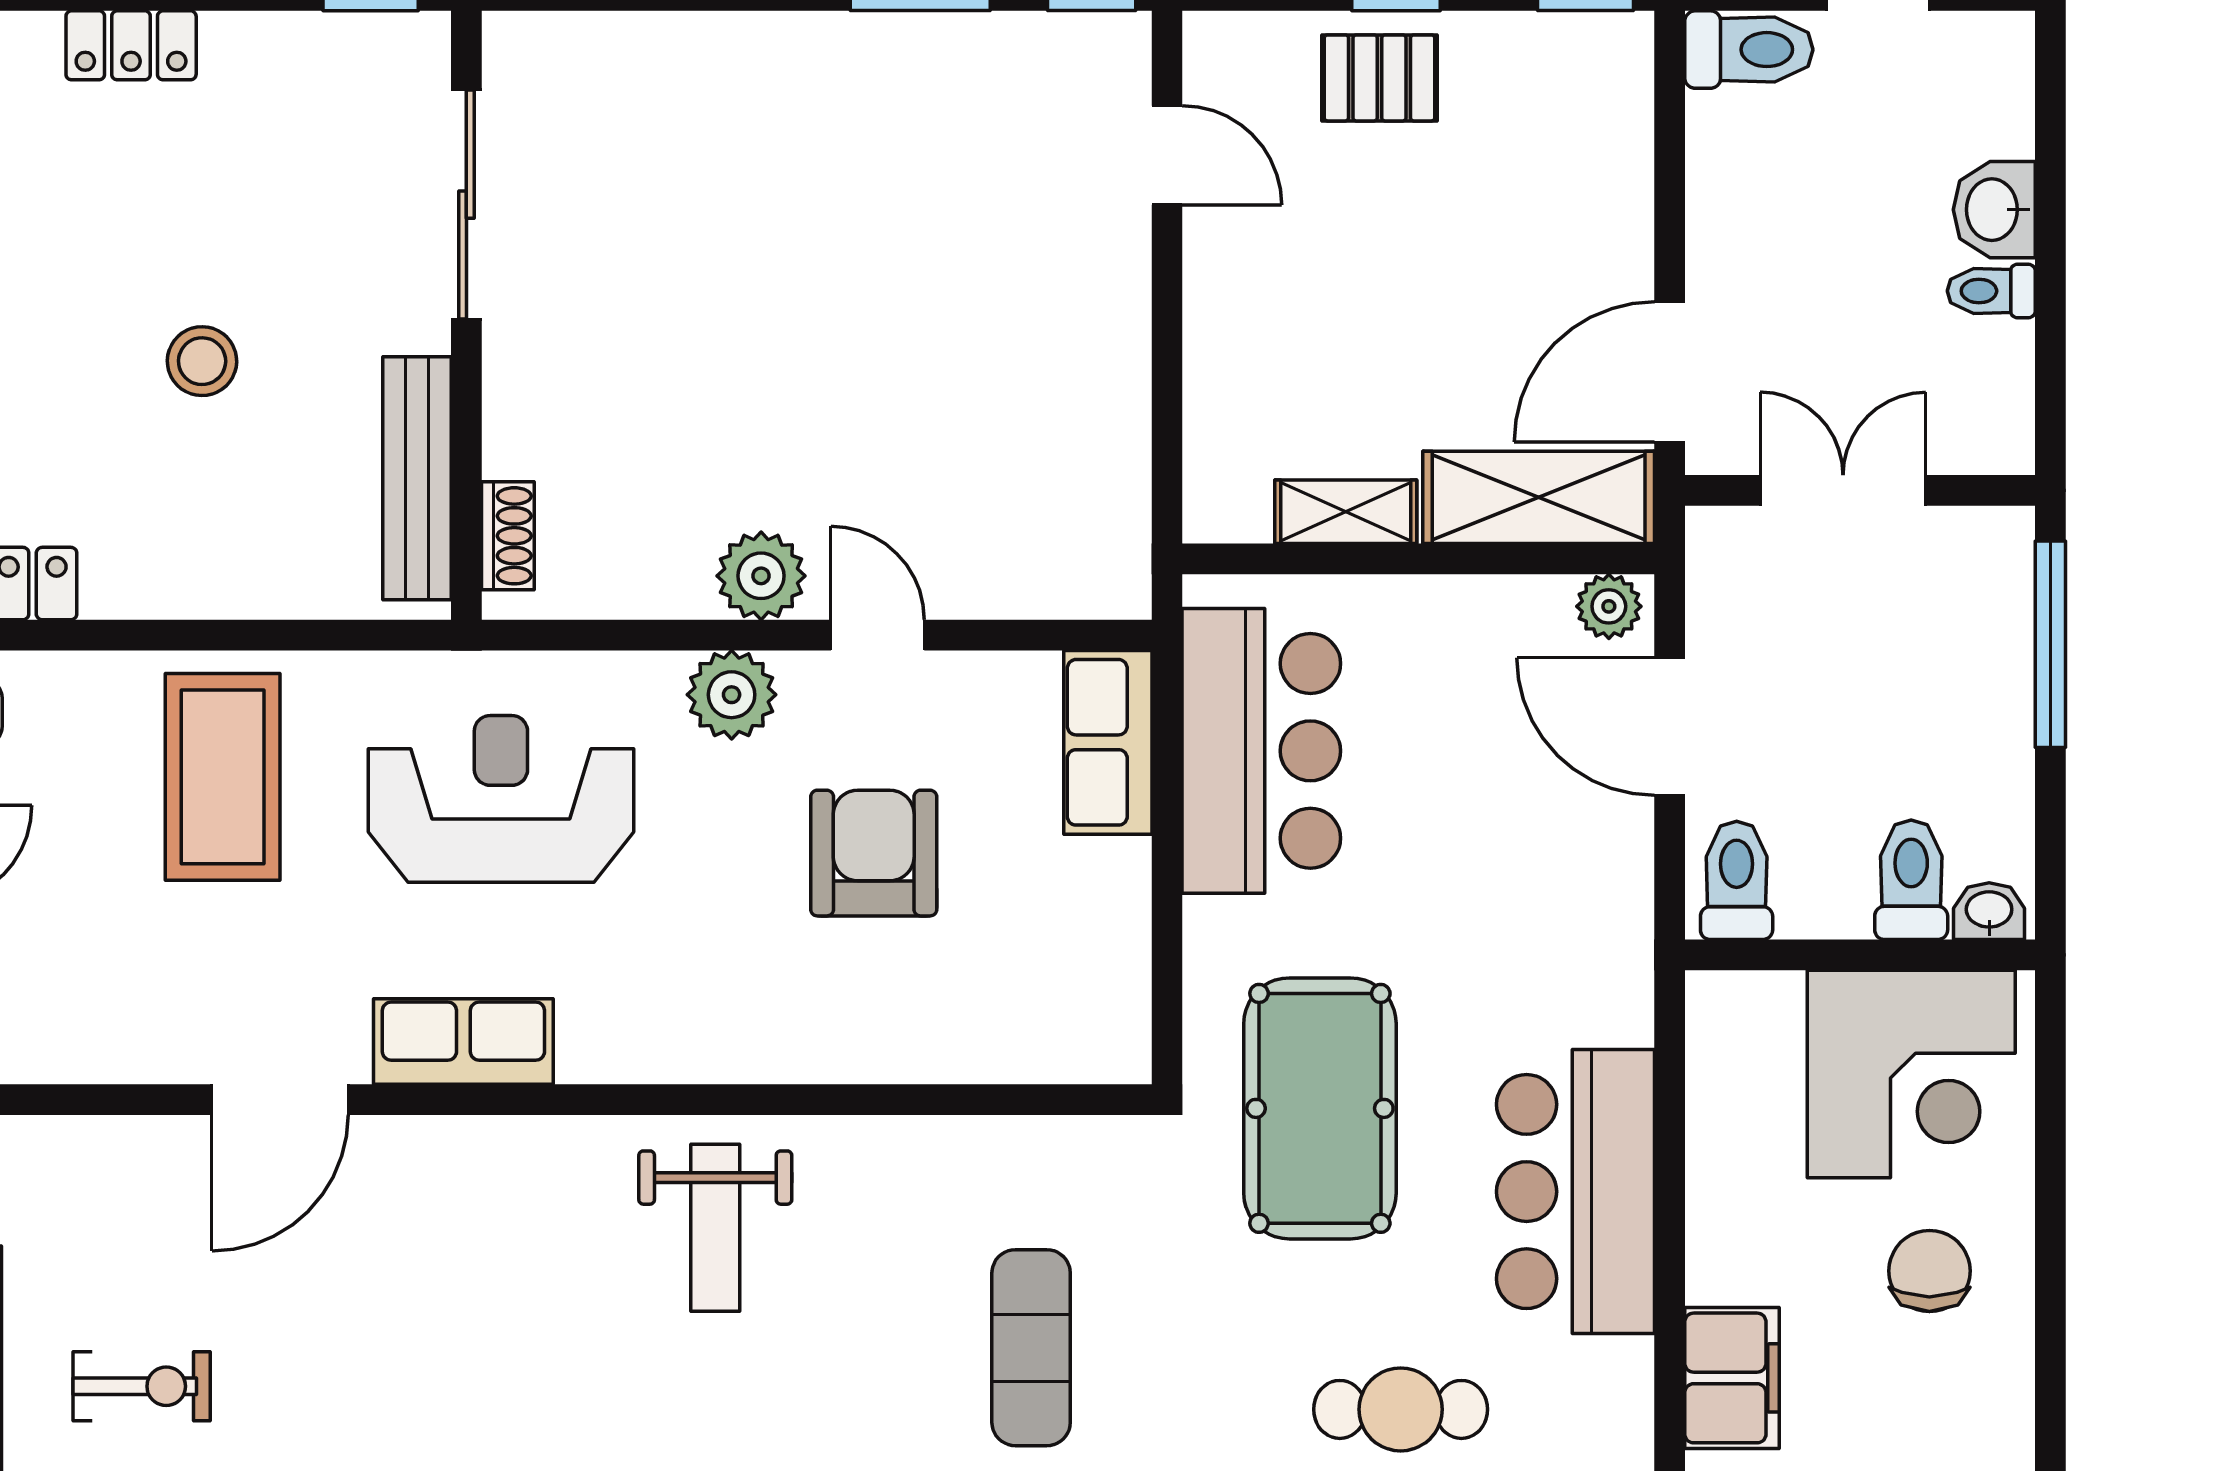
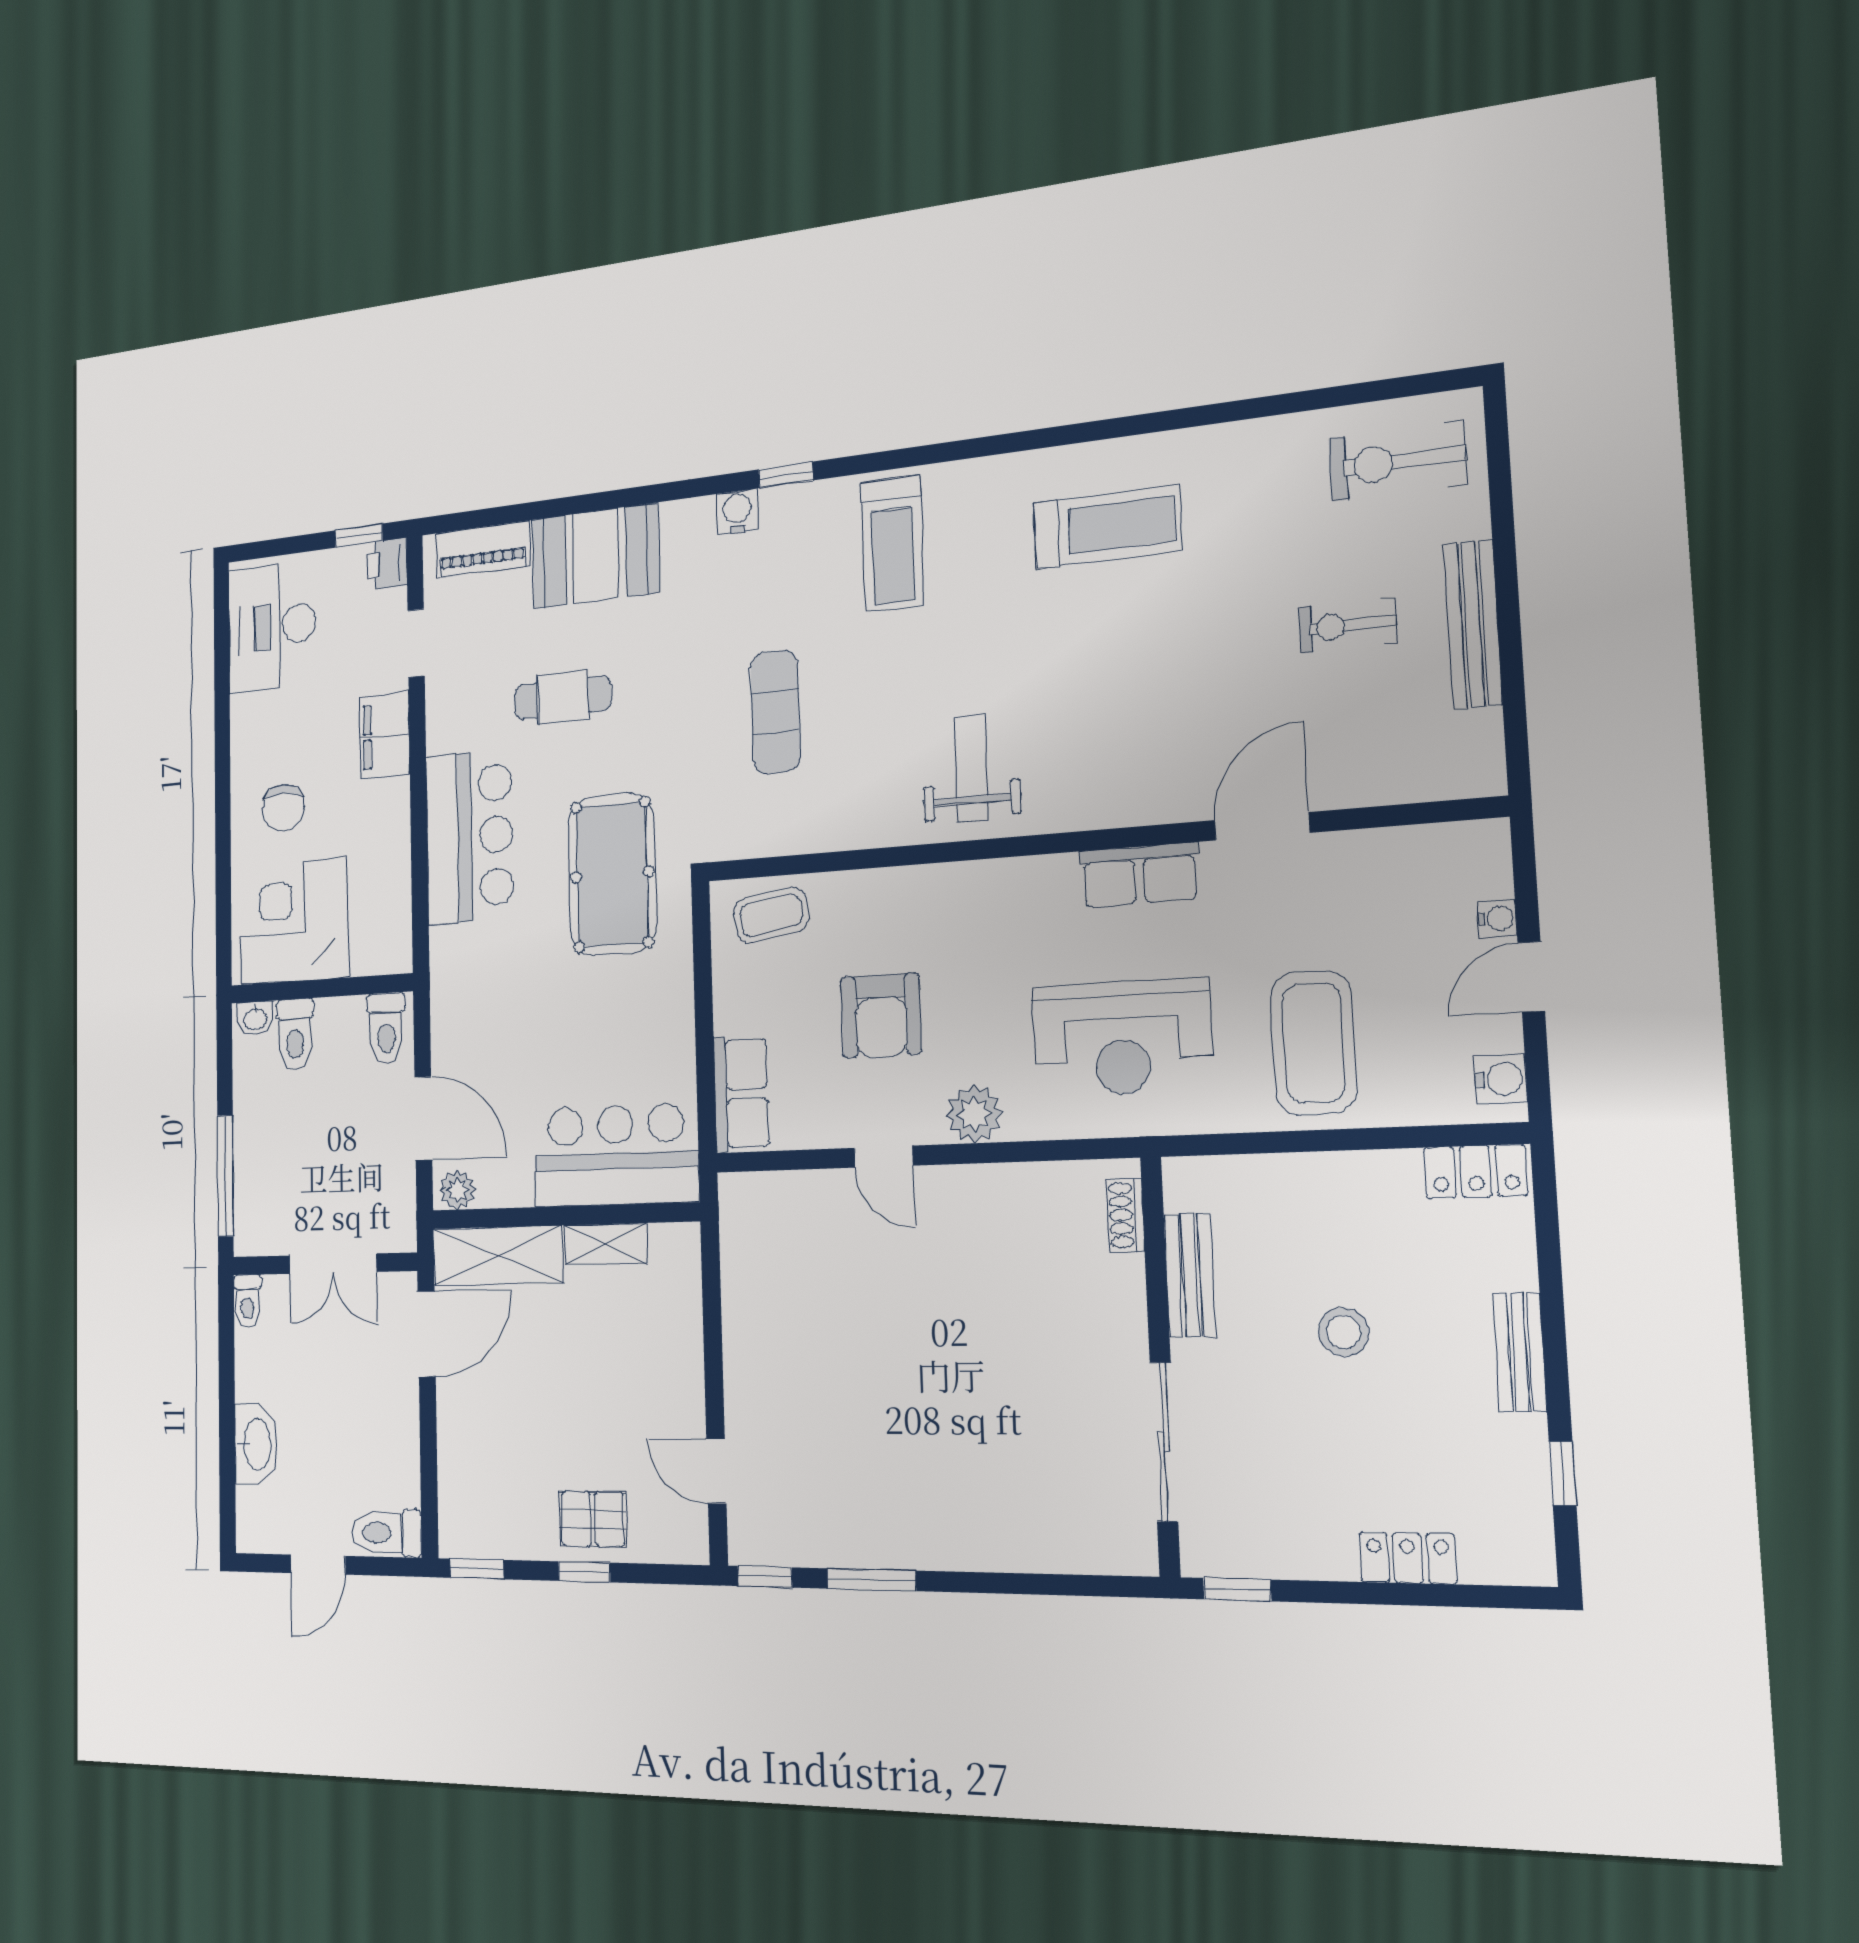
washbasin: (1994, 210) -> (256, 1444), width x1.38
toilet: (1991, 291) -> (248, 1301), moved, turned 90
bench: (417, 478) -> (1190, 1275), width x0.73
plant: (761, 576) -> (958, 1193), removed
bar counter: (1261, 751) -> (616, 1155), moved, turned 90
coffee table: (1048, 1022) -> (771, 915), added

